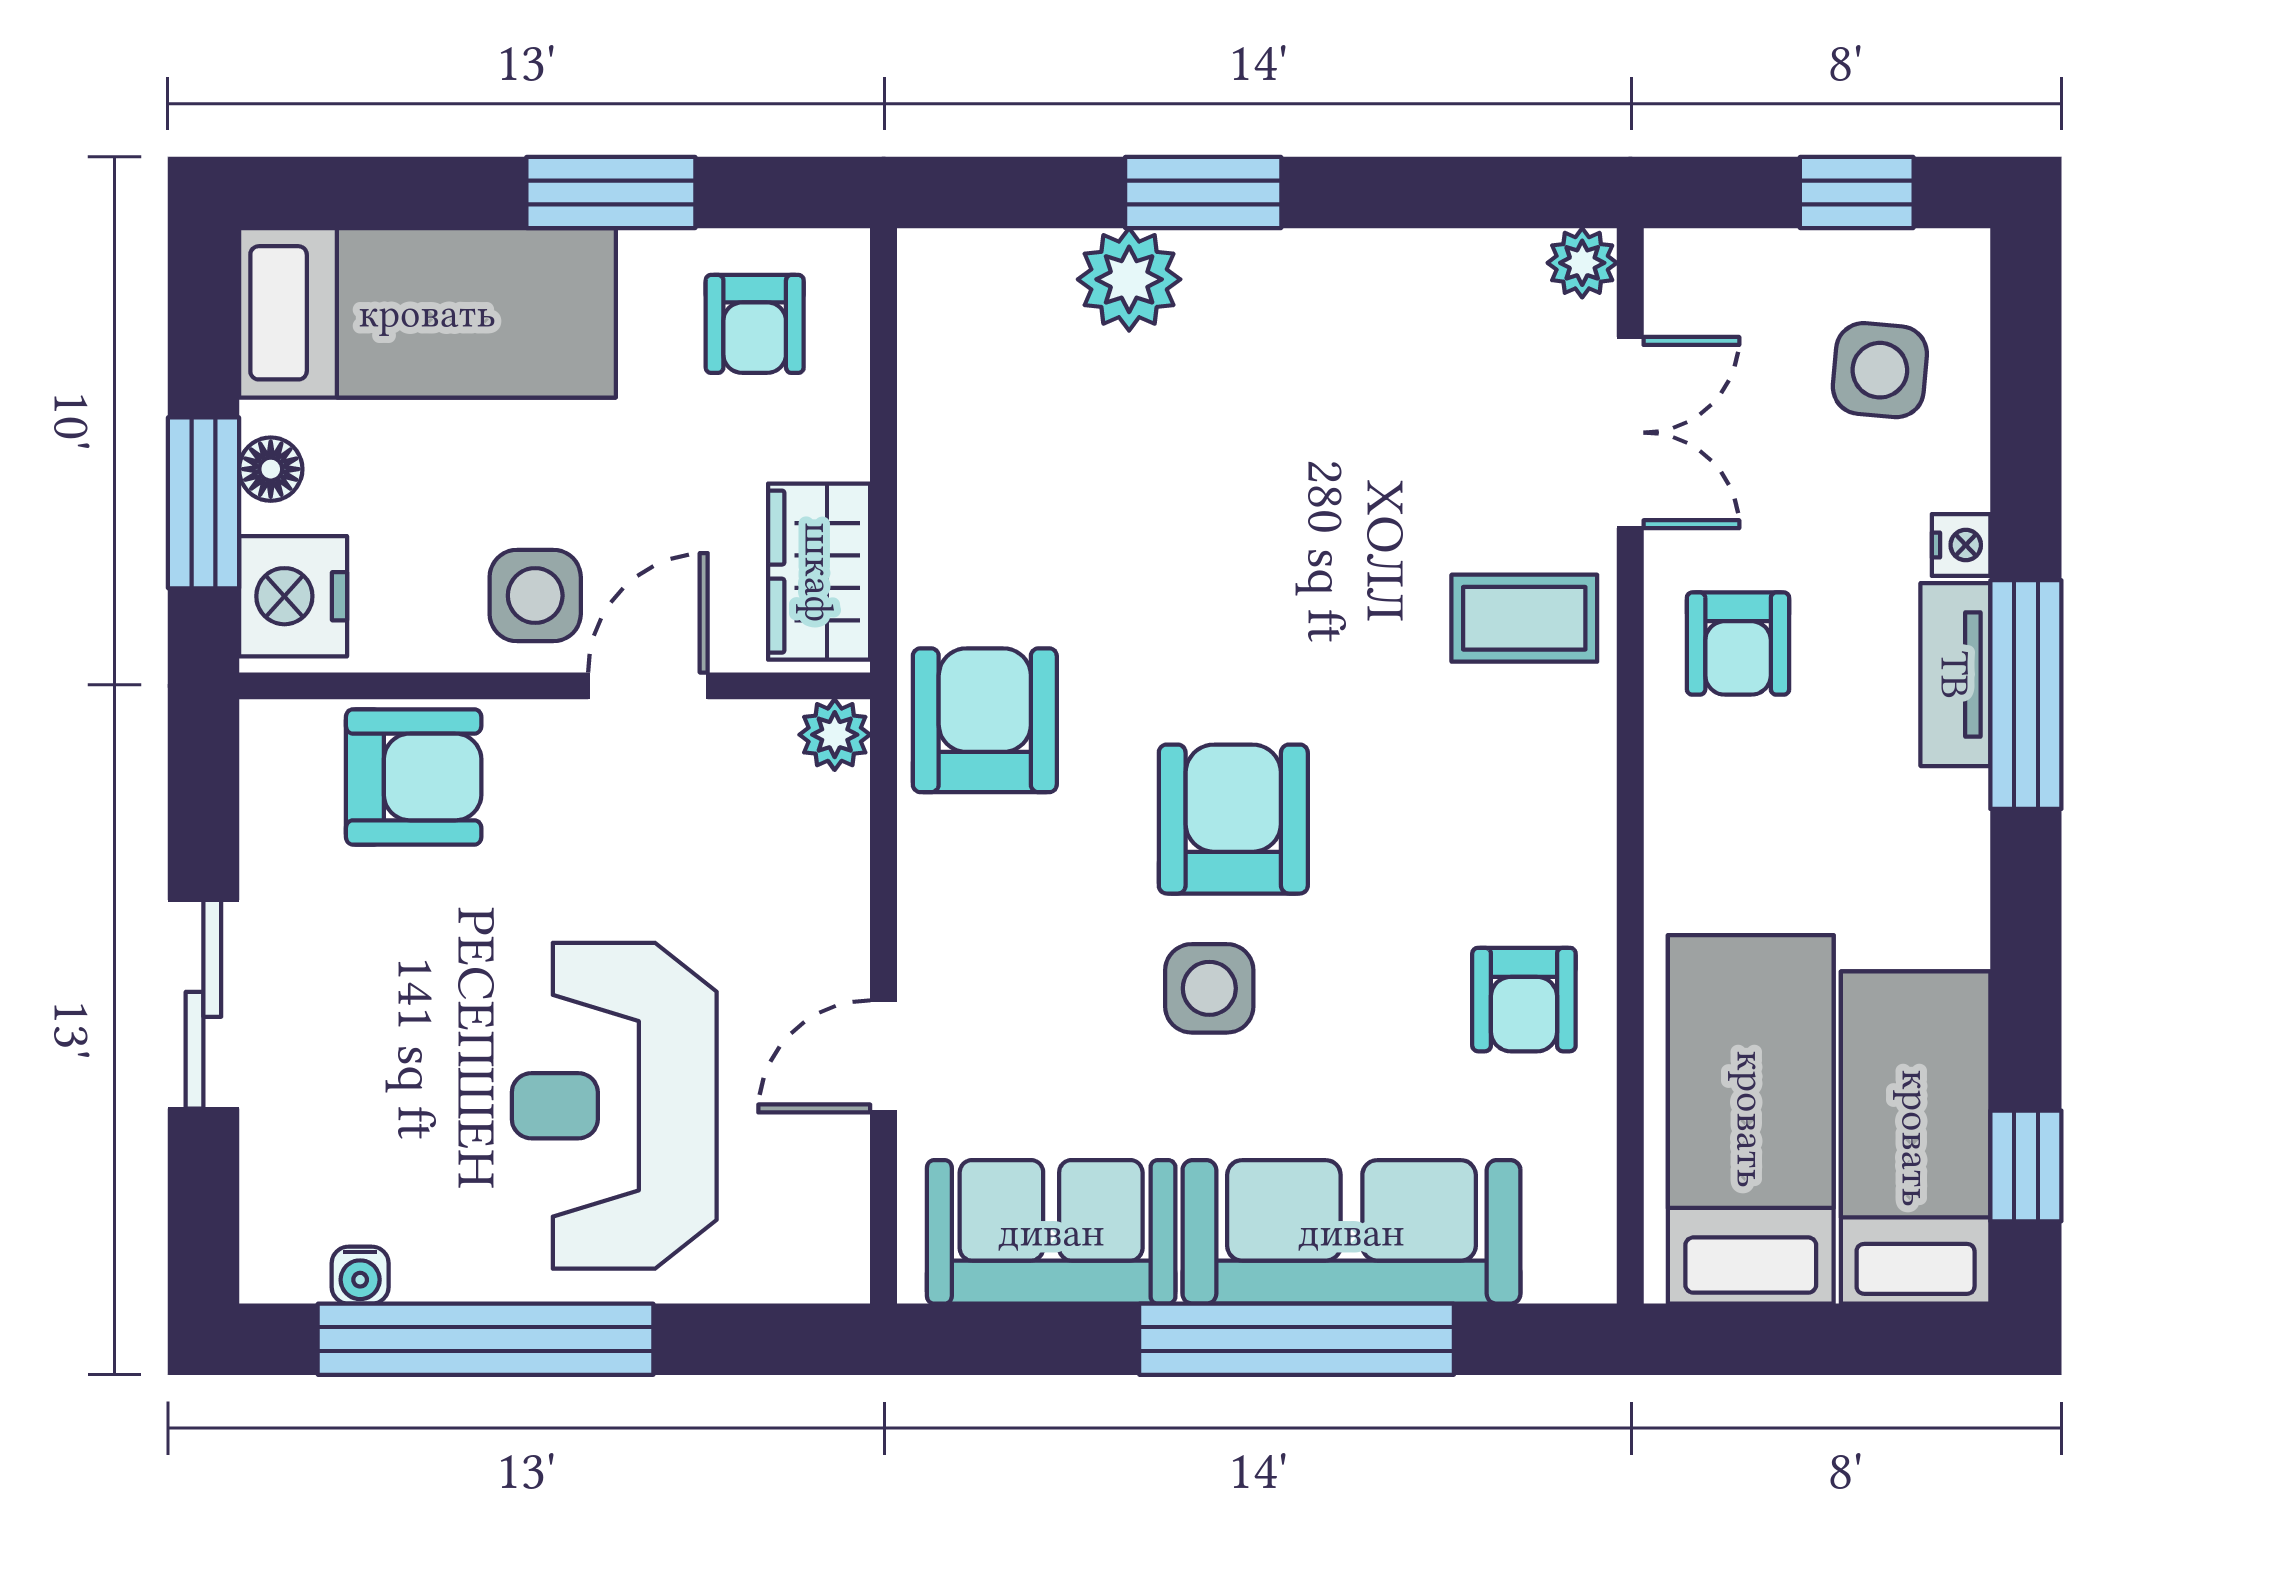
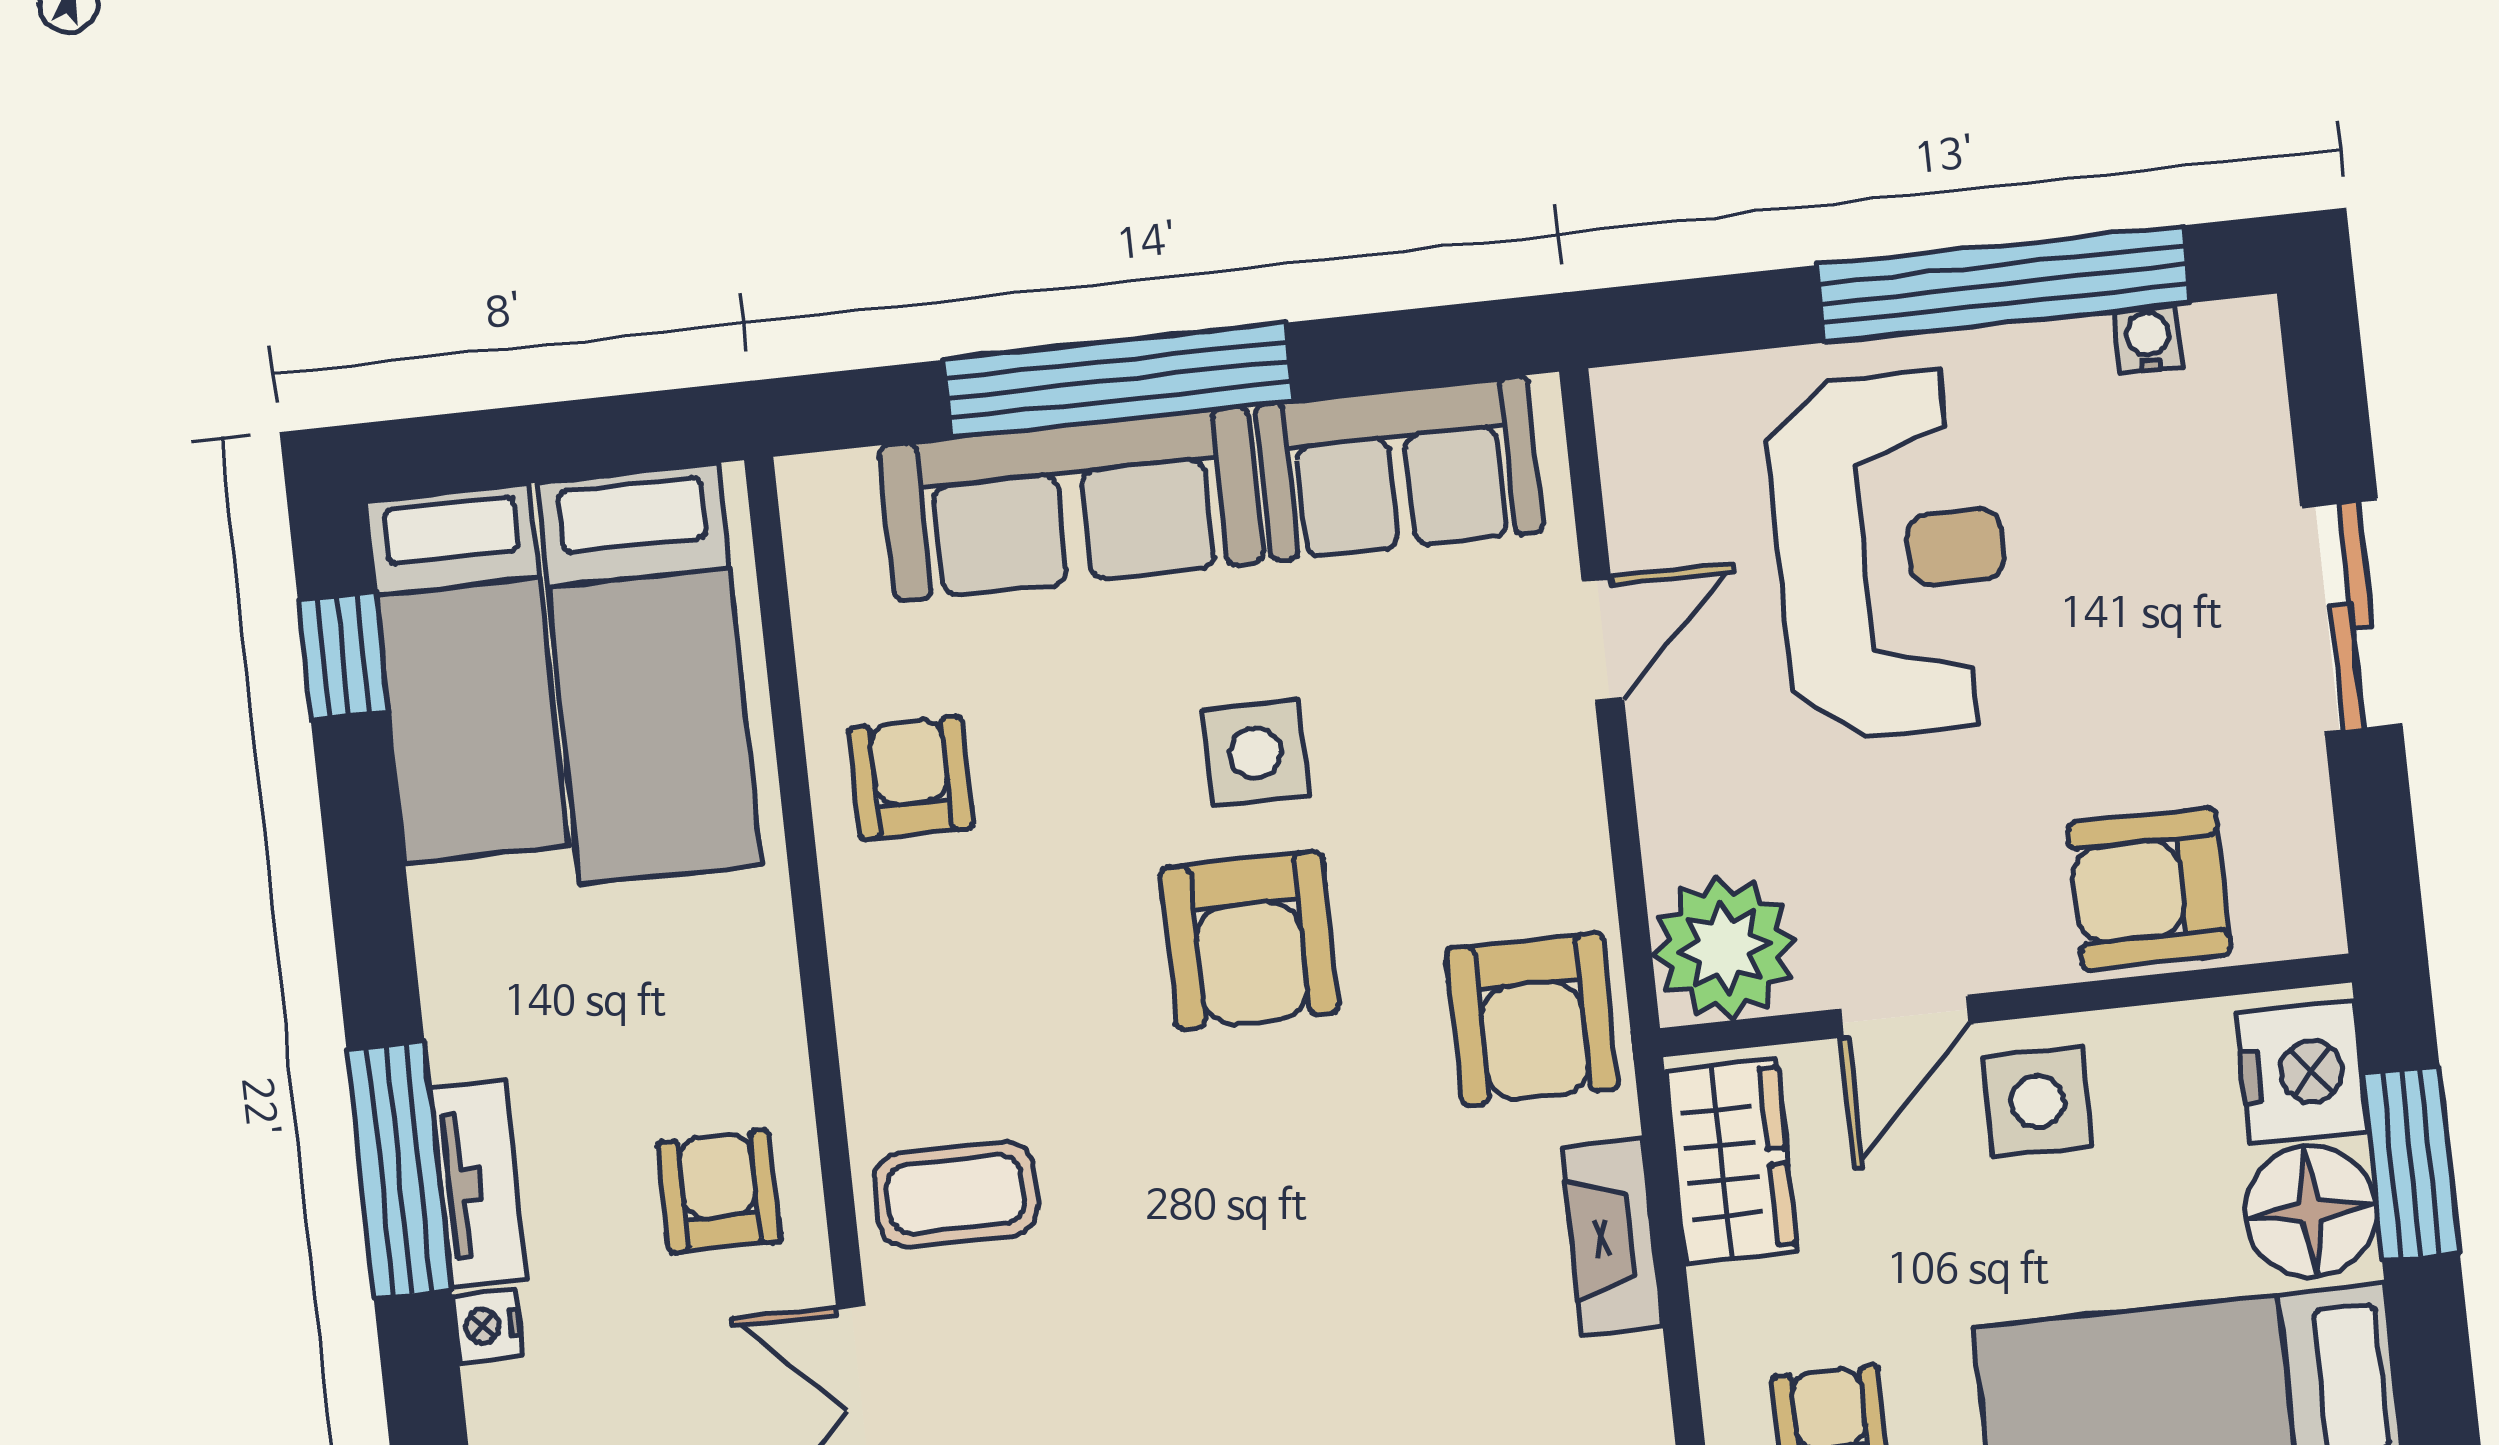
floor lamp: (271, 469) -> (2311, 1212), width x1.89, depth x1.89
fireplace: (934, 515) -> (1612, 1237), added
plant: (835, 735) -> (1725, 948), width x1.88, depth x1.88

